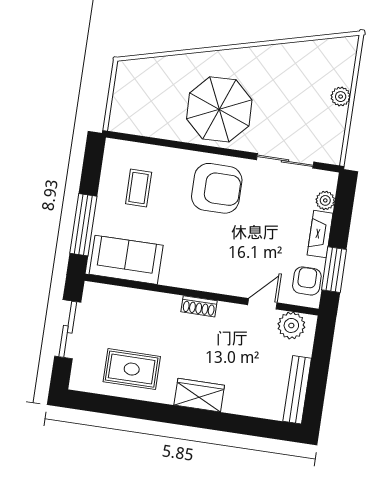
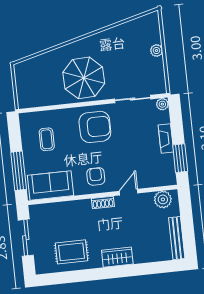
plant: (325, 200) -> (162, 104), moved
armchair: (307, 281) -> (96, 176), moved
door: (262, 304) -> (129, 192), moved

